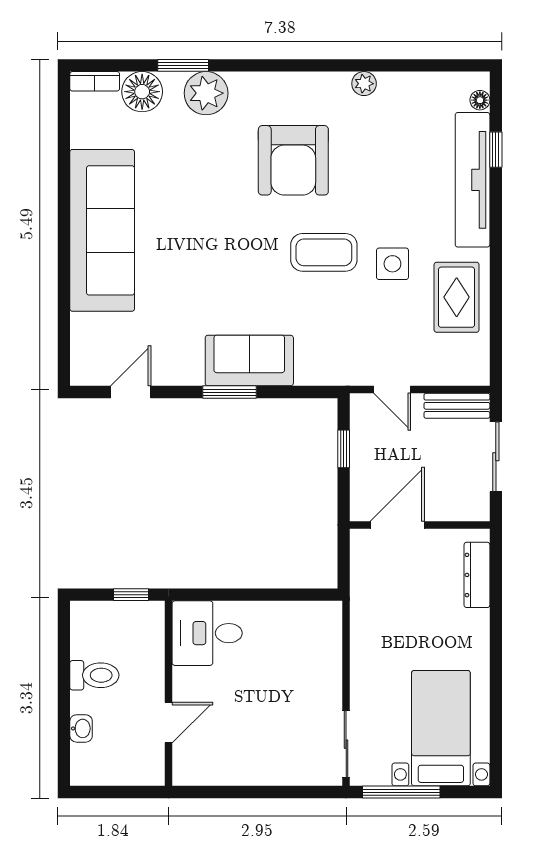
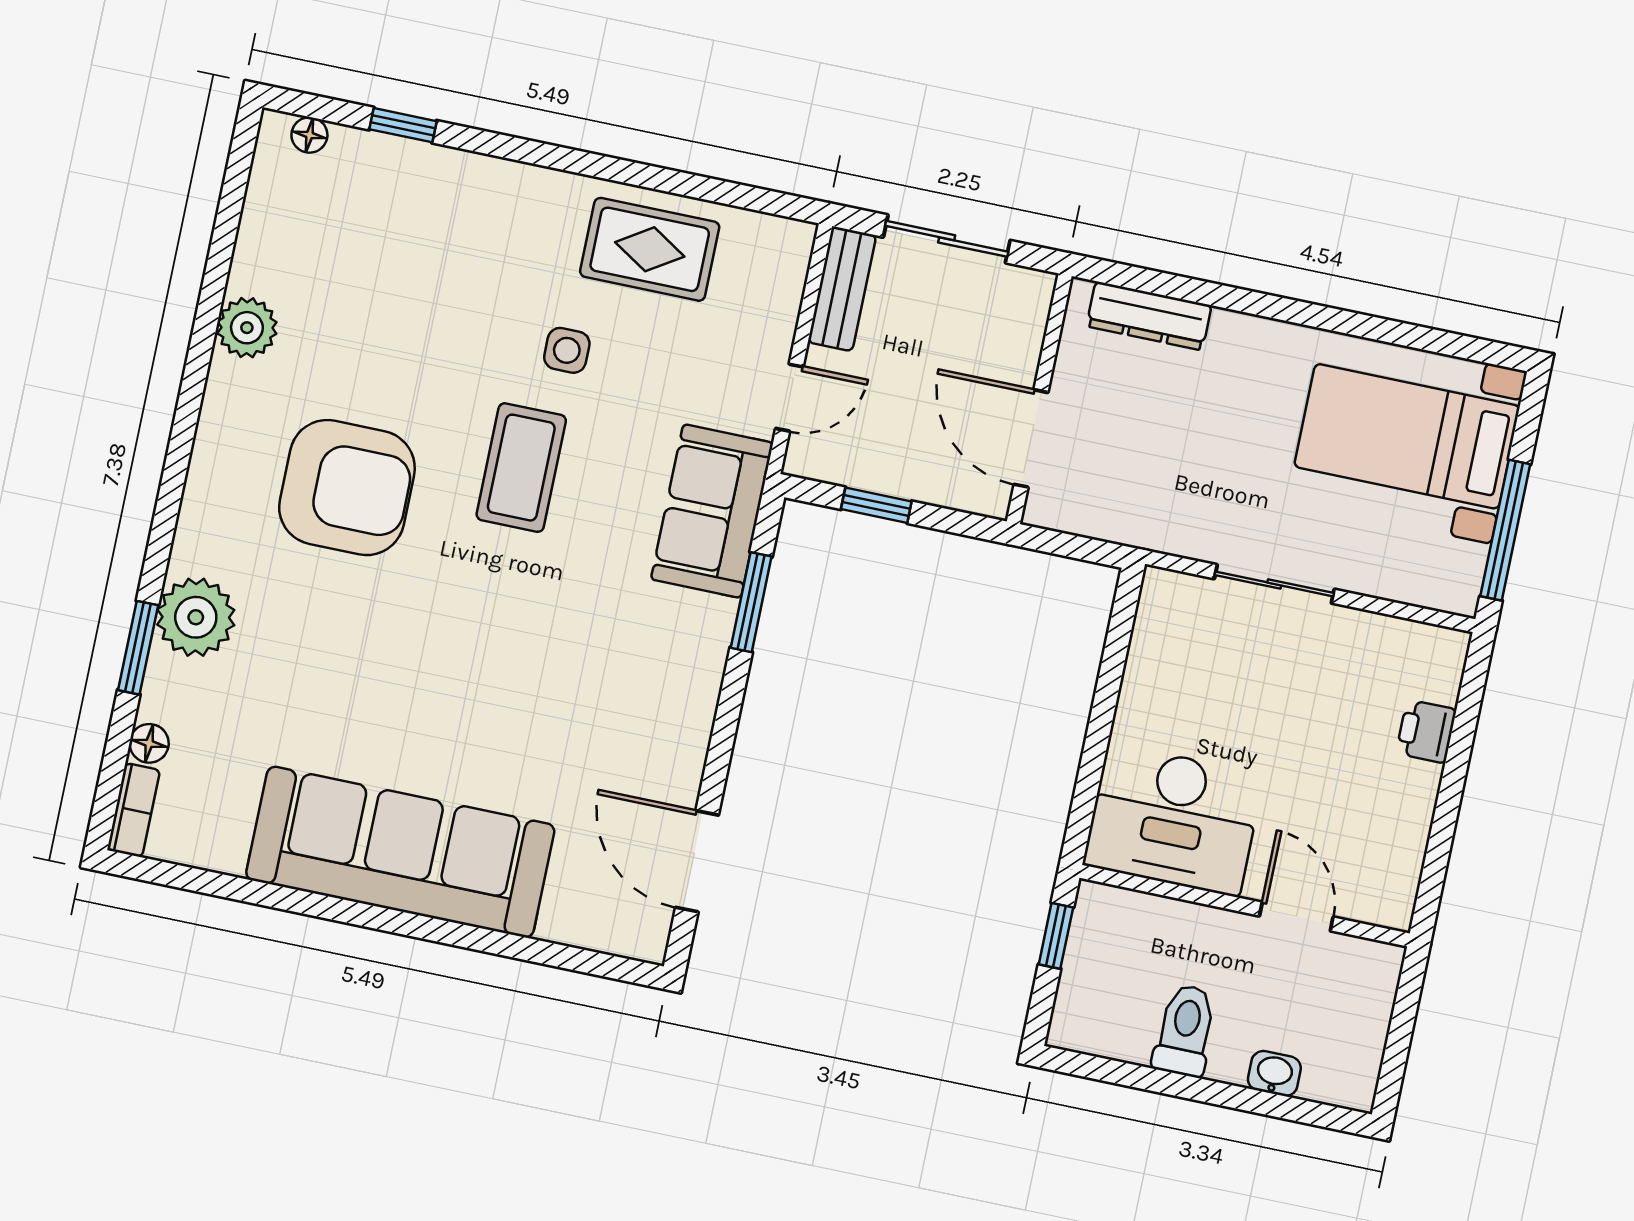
plant: (364, 84) -> (247, 328), width x1.38, depth x1.38
floor lamp: (142, 92) -> (149, 743), width x0.53, depth x0.53
tv unit: (473, 180) -> (448, 178), removed
side table: (392, 264) -> (567, 350), width x0.73, depth x0.73
sofa: (249, 361) -> (712, 511), moved
door: (131, 392) -> (697, 861), width x1.38
window: (229, 392) -> (751, 602), moved
desk: (207, 633) -> (1174, 820), width x1.37
sliding door: (346, 744) -> (1274, 584), moved
printer: (283, 772) -> (1426, 731), added

